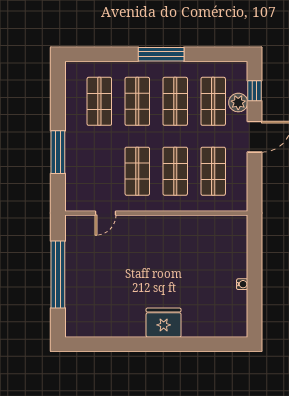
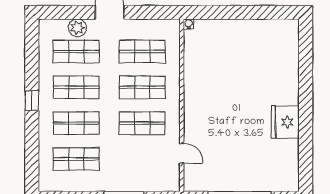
window: (161, 54) -> (32, 101), width x0.46
window: (255, 91) -> (66, 12), removed
water cooler: (242, 284) -> (189, 24), moved
fridge: (164, 323) -> (285, 122), moved

